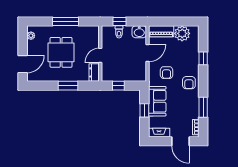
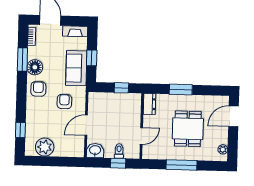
piano: (161, 31) -> (69, 150), removed
door: (100, 55) -> (141, 136), moved
window: (203, 58) -> (20, 130), moved
floor lamp: (192, 101) -> (35, 67), added

